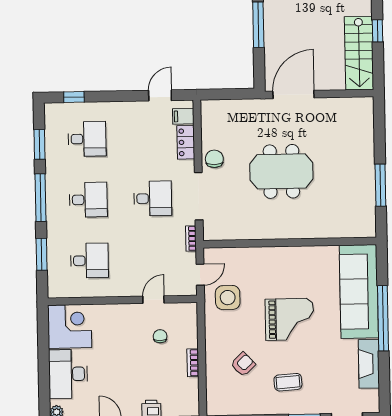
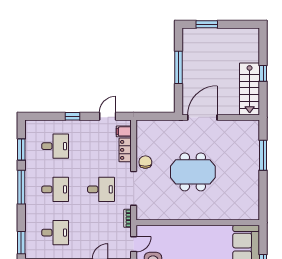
window: (74, 97) -> (73, 116), moved
window: (380, 185) -> (263, 155), moved
window: (42, 254) -> (21, 243), moved

